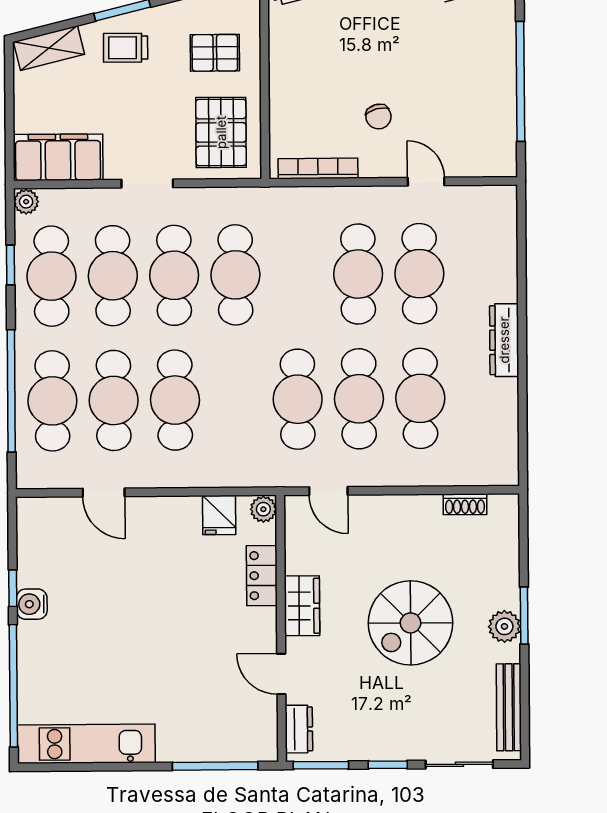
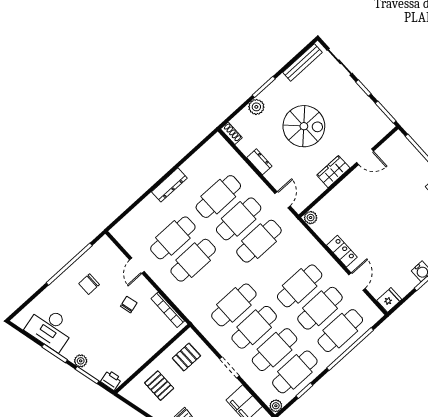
chair: (463, 84) -> (89, 284), added
pallet: (221, 132) -> (186, 357), width x0.67, depth x0.71
shoe rack: (465, 504) -> (231, 133), moved
fridge: (219, 515) -> (389, 300), moved
locker: (262, 576) -> (342, 251), moved, turned -90
plant: (504, 626) -> (256, 107), moved
door: (281, 674) -> (365, 157), hinge flipped
dresser: (299, 729) -> (259, 162), moved, turned 90

